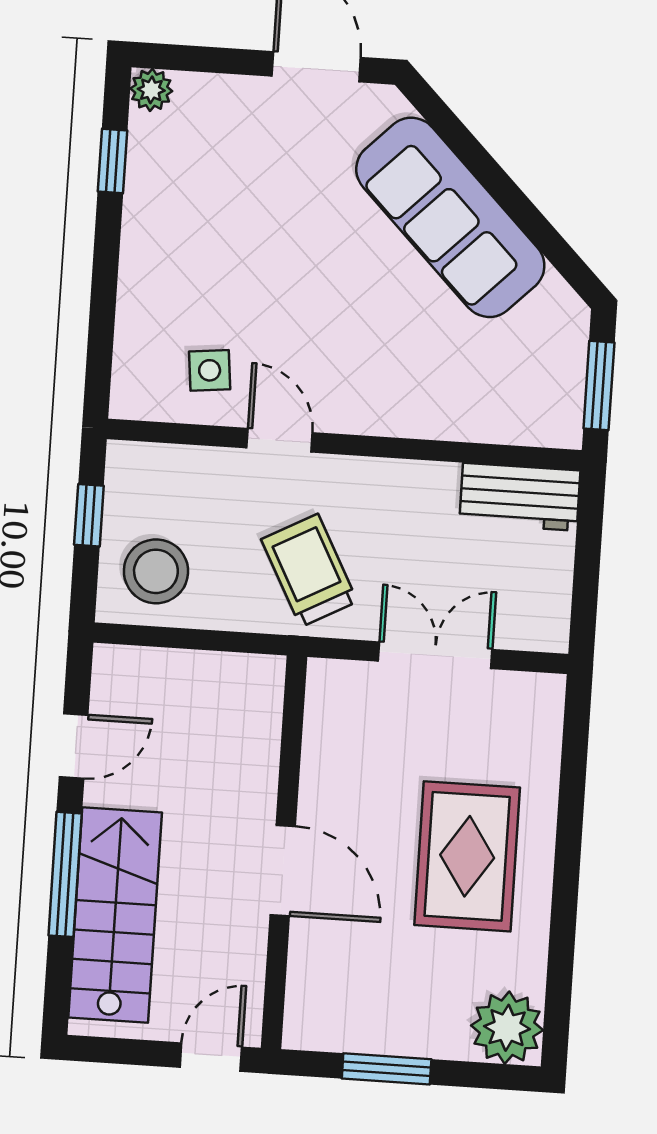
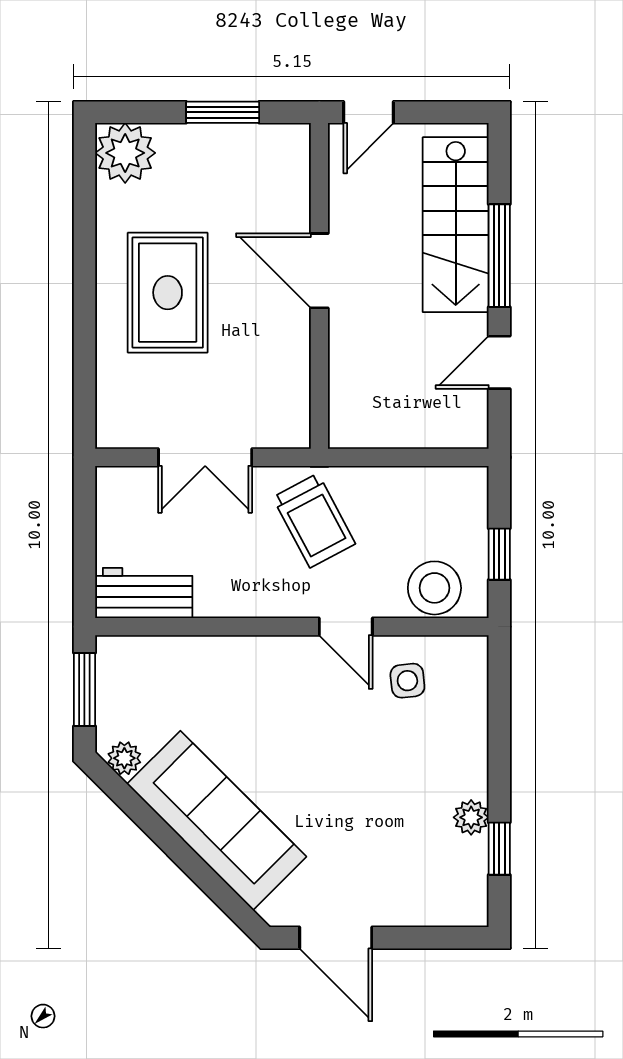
plant: (151, 90) -> (471, 817), moved
plant: (556, 300) -> (124, 758), added
stool: (156, 571) -> (434, 588), moved

